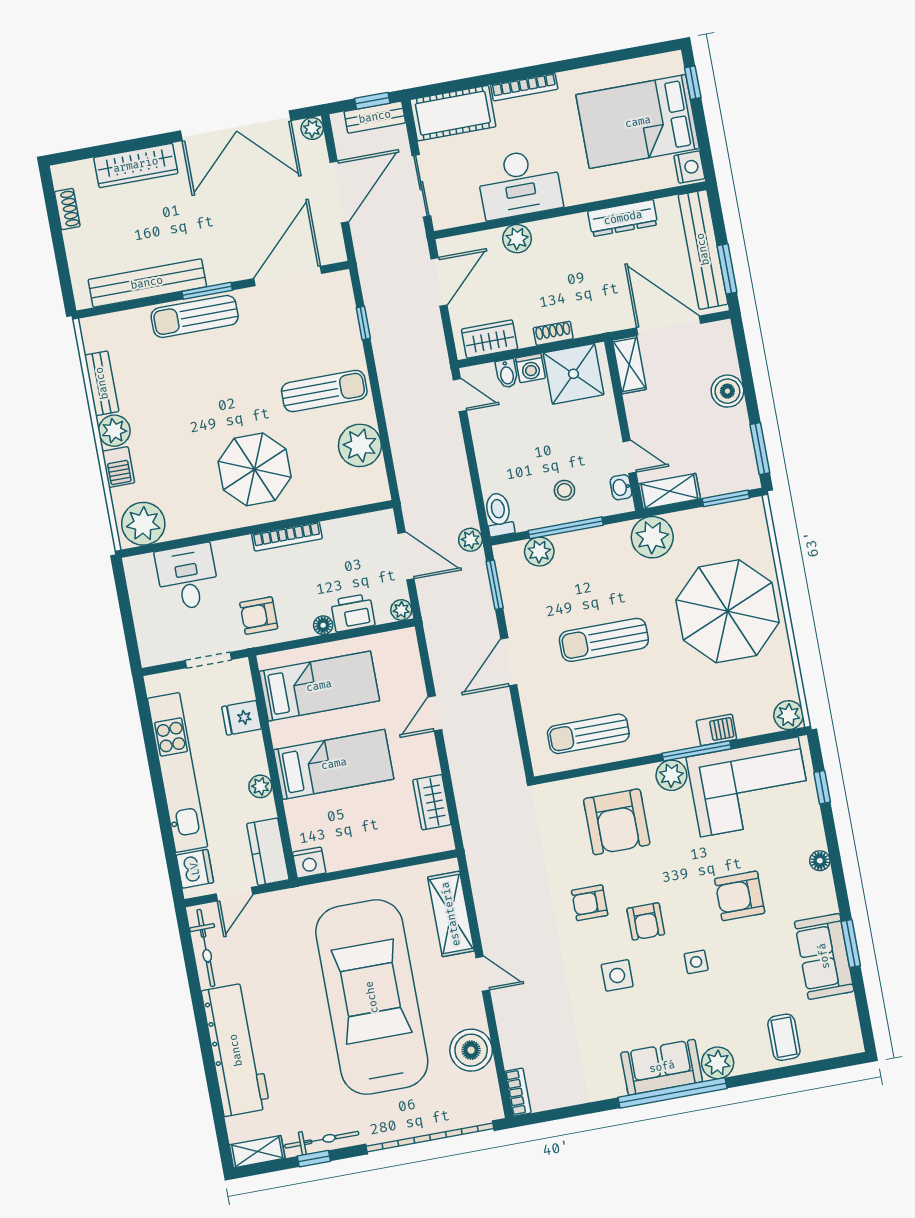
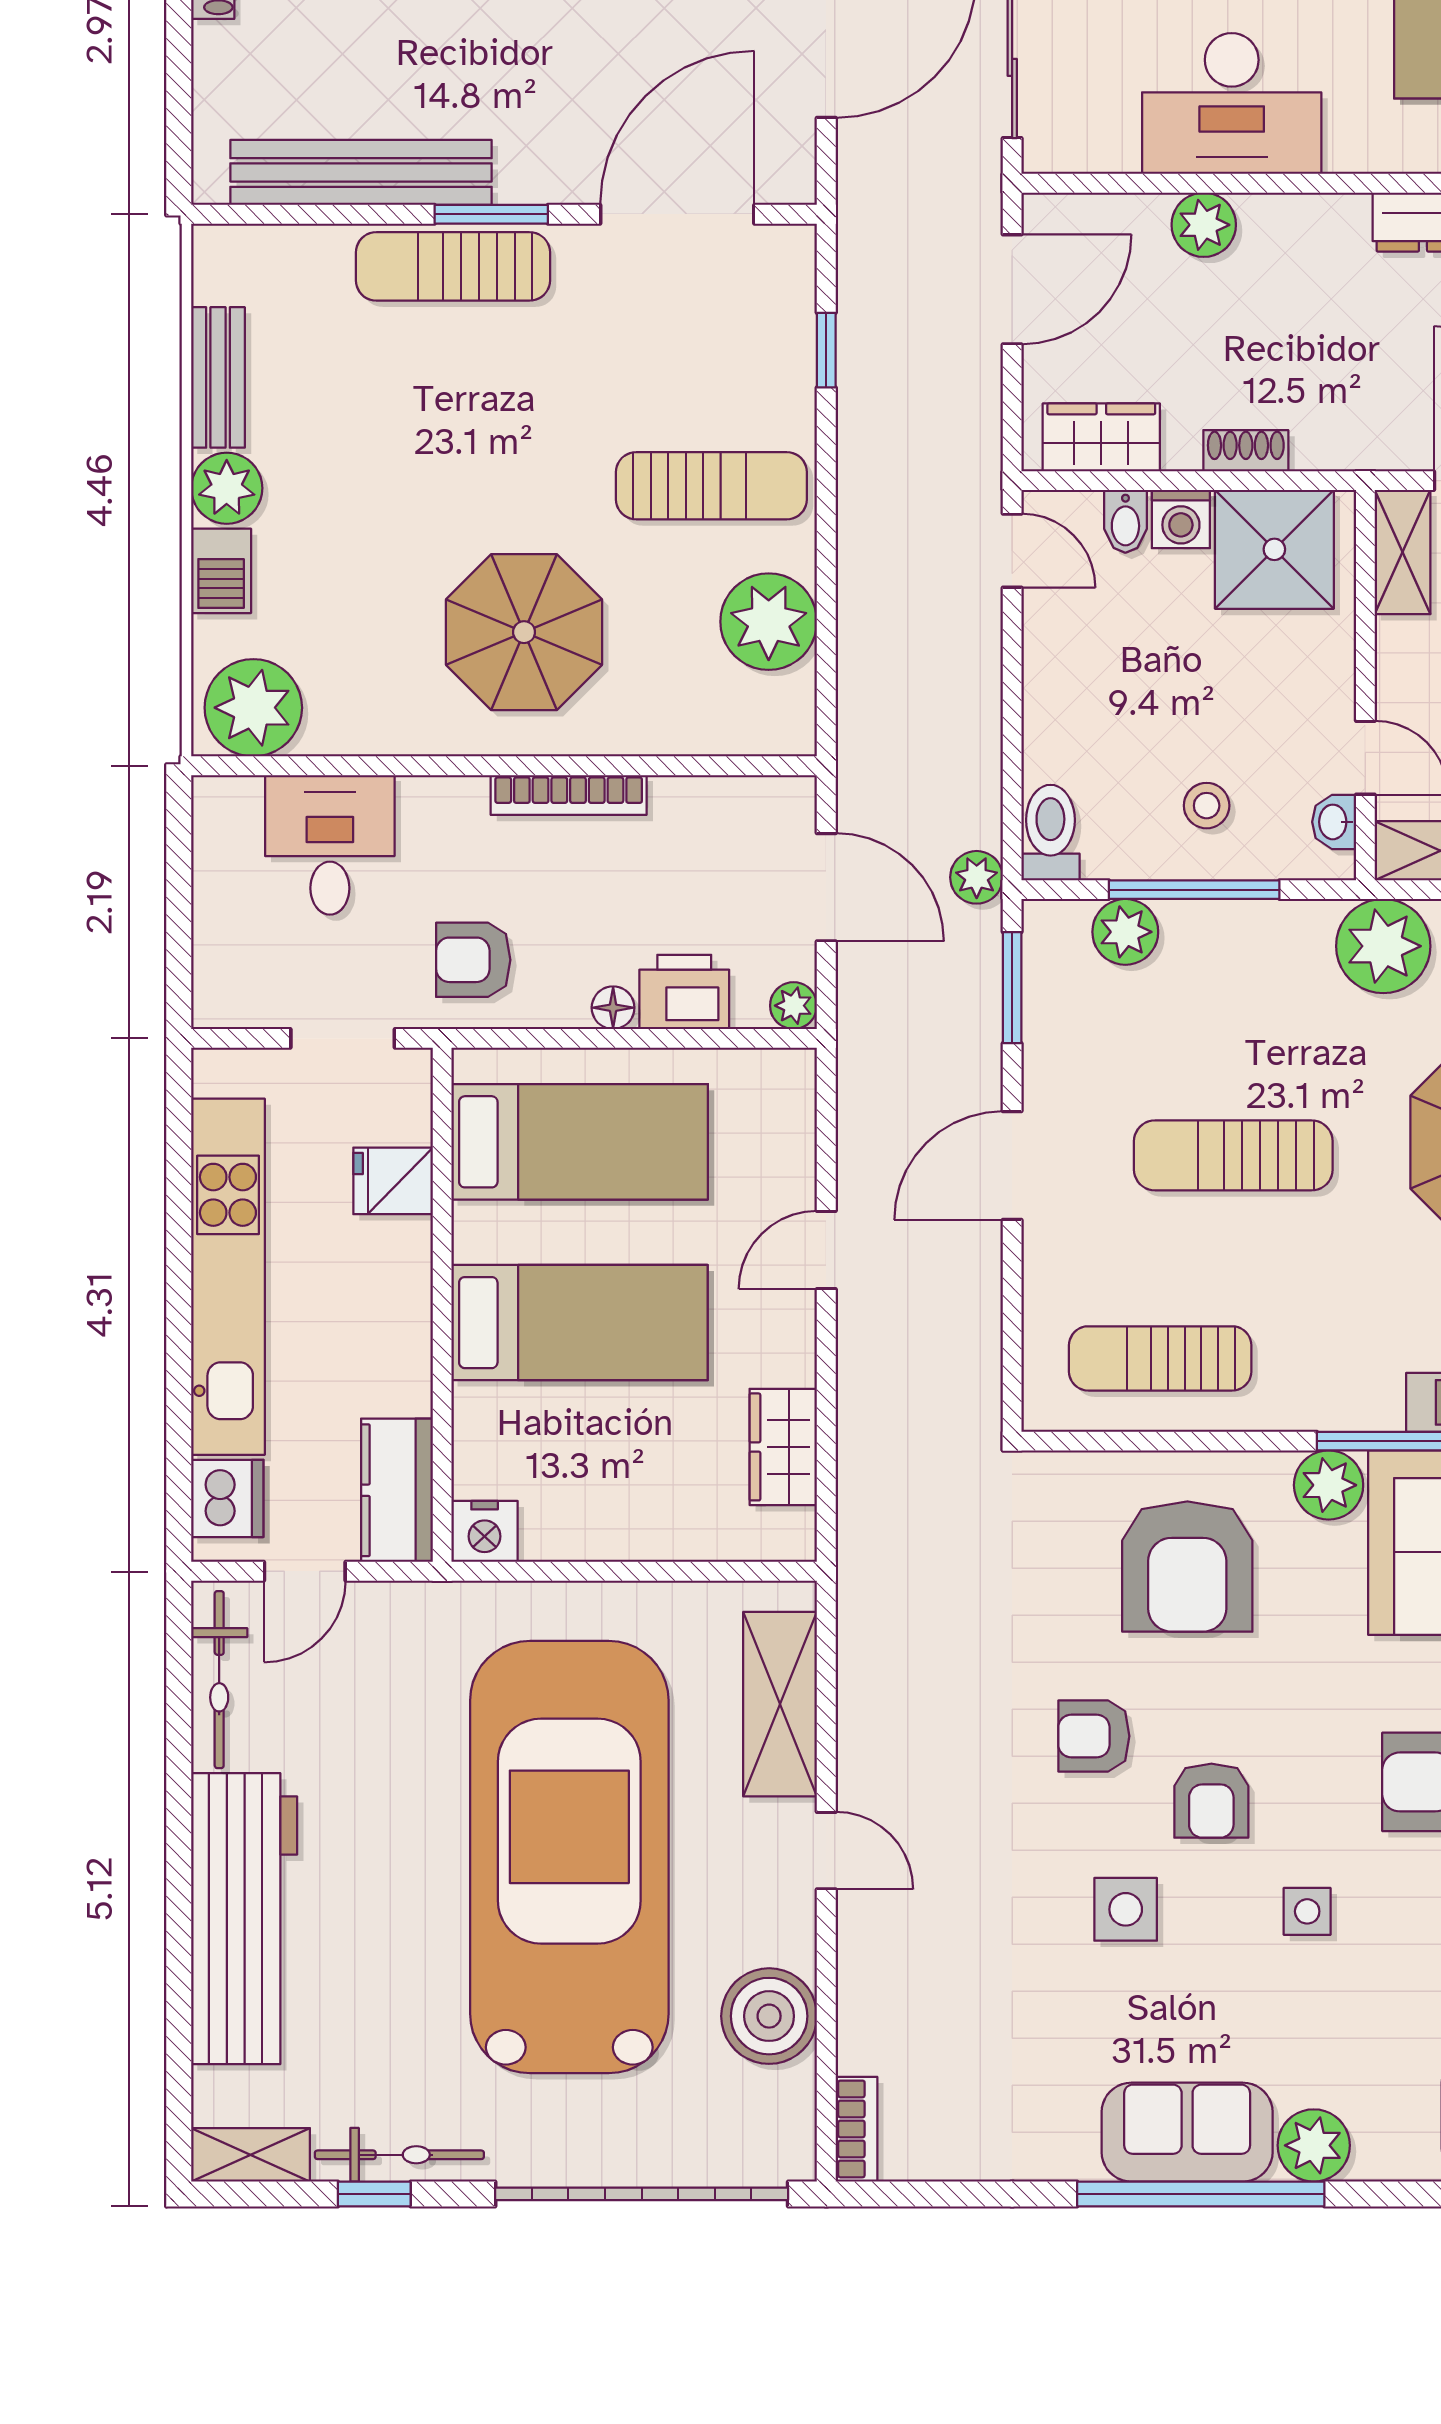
plant: (260, 786) -> (407, 1342), removed

